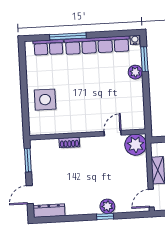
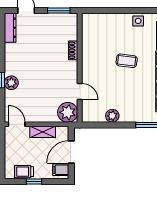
plant: (135, 72) -> (112, 116), moved
coffee table: (77, 85) -> (127, 61), added
side table: (45, 100) -> (138, 21), moved, width x0.54, depth x0.54

